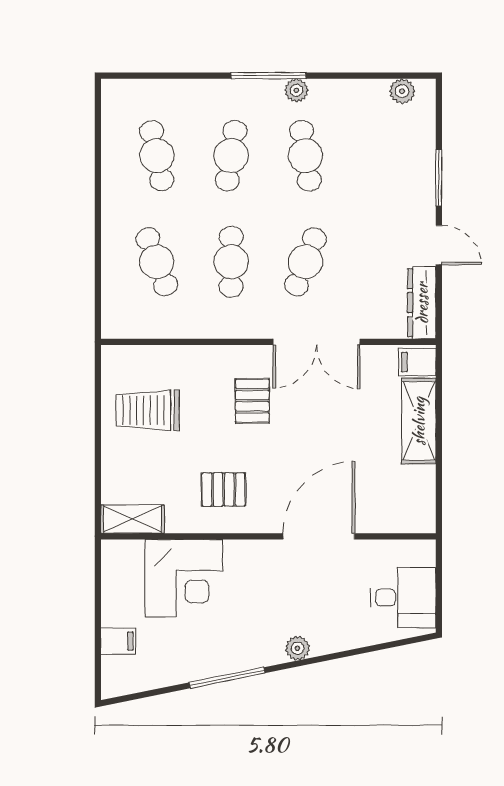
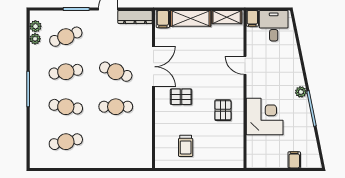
plant: (296, 90) -> (35, 39), moved
cafe table: (157, 262) -> (66, 37), moved
trolley: (148, 410) -> (186, 146), width x0.73, depth x0.72
shelving: (132, 519) -> (227, 17), moved, turned 90
door: (319, 536) -> (245, 65), width x0.53
filing cabinet: (419, 552) -> (252, 18), added
corner desk: (184, 578) -> (265, 117), moved
plant: (298, 648) -> (301, 92), moved

